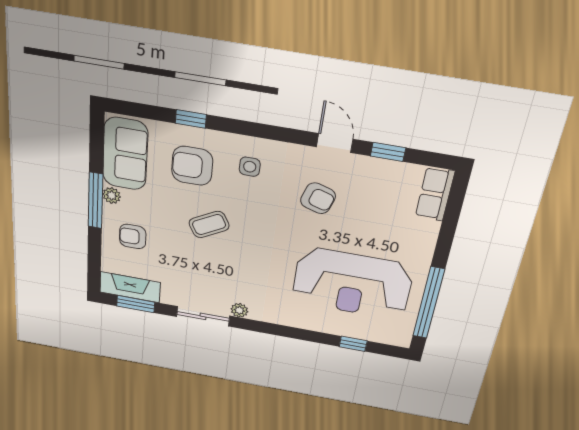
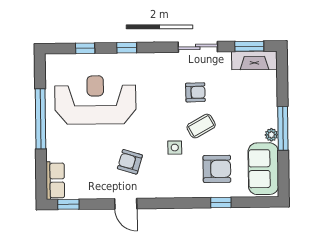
window: (388, 152) -> (68, 204), moved
side table: (250, 167) -> (175, 148), moved
armchair: (133, 236) -> (195, 92), moved
window: (429, 303) -> (40, 119), moved
plant: (239, 310) -> (172, 59), removed
window: (297, 334) -> (127, 48), added

